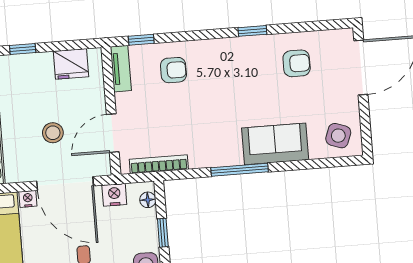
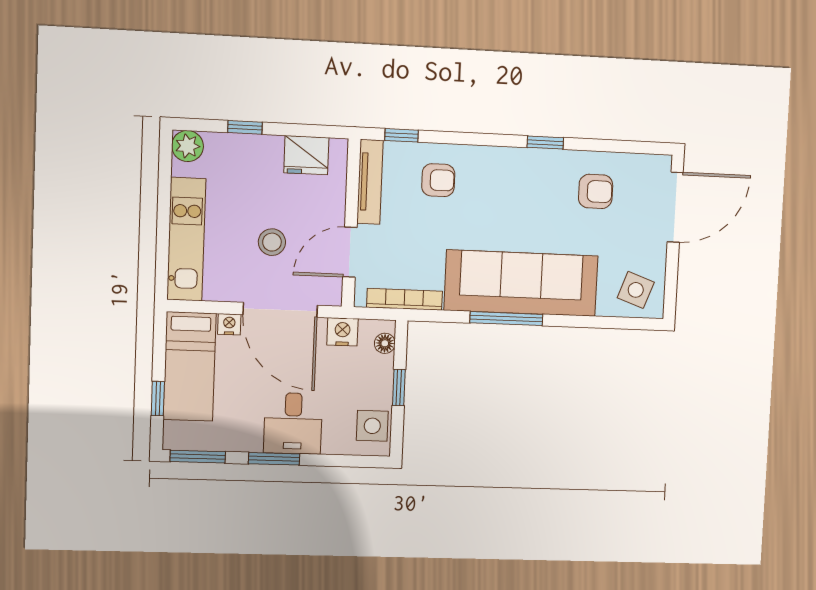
tv unit: (121, 69) -> (370, 182), width x1.41
sofa: (275, 144) -> (521, 283), width x1.85, depth x1.27

